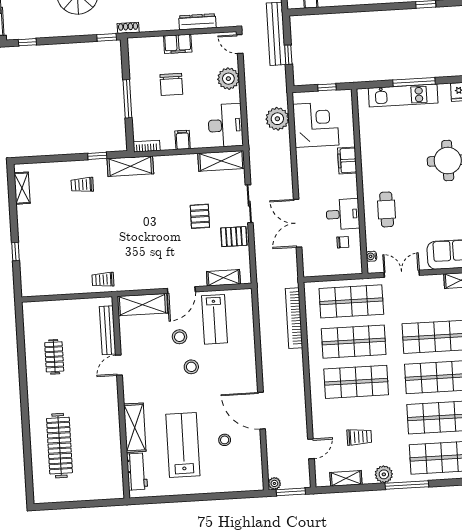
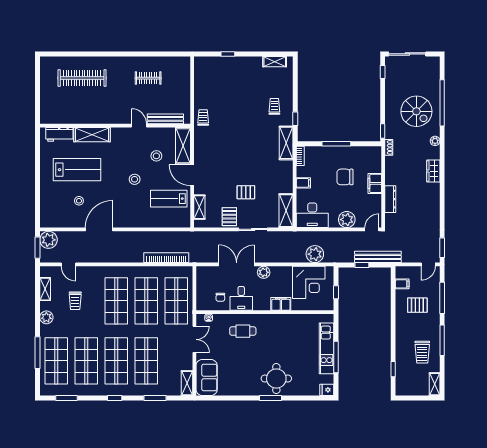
plant: (306, 186) -> (264, 272), added
stool: (179, 337) -> (156, 156), moved
plant: (274, 483) -> (48, 240), width x1.88, depth x1.88
window: (407, 485) -> (38, 353), moved

